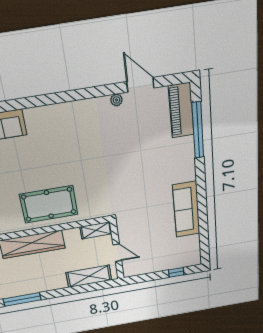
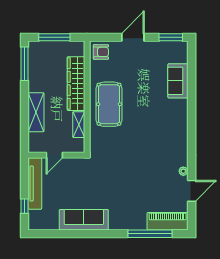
shelving: (96, 230) -> (79, 125), moved
tv unit: (151, 267) -> (35, 184), added
shelving: (89, 276) -> (36, 112), moved

